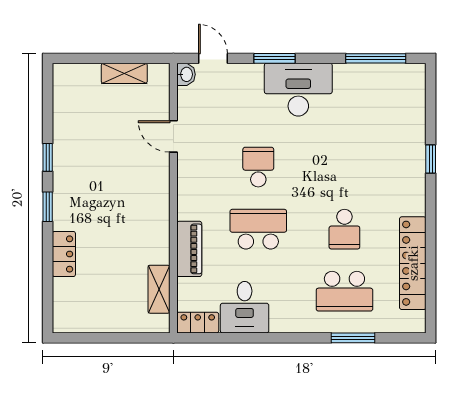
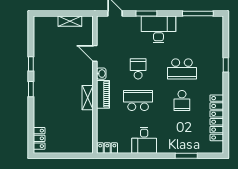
washbasin: (186, 74) -> (101, 74), moved
piano: (189, 249) -> (103, 94), moved
locker: (64, 254) -> (39, 138), moved
shelving: (159, 289) -> (88, 98), moved
school desk: (344, 291) -> (182, 69), moved
desk: (245, 307) -> (144, 140), moved

